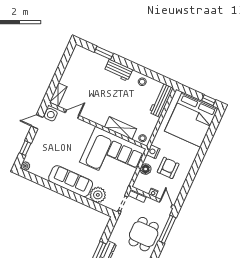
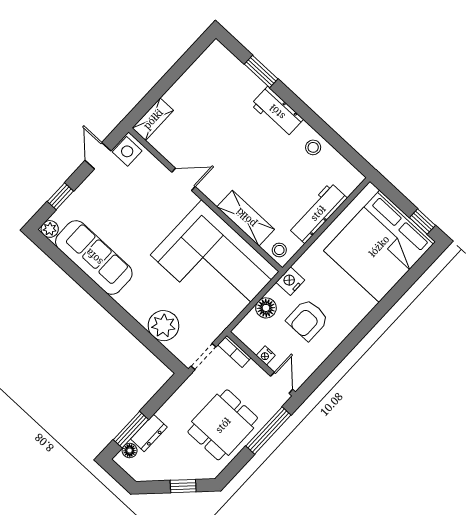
workbench: (161, 100) -> (318, 213), moved
door: (72, 114) -> (184, 179), moved
door: (37, 122) -> (98, 156), hinge flipped
armchair: (168, 168) -> (308, 320), turned 180
sofa: (71, 181) -> (94, 257), moved

